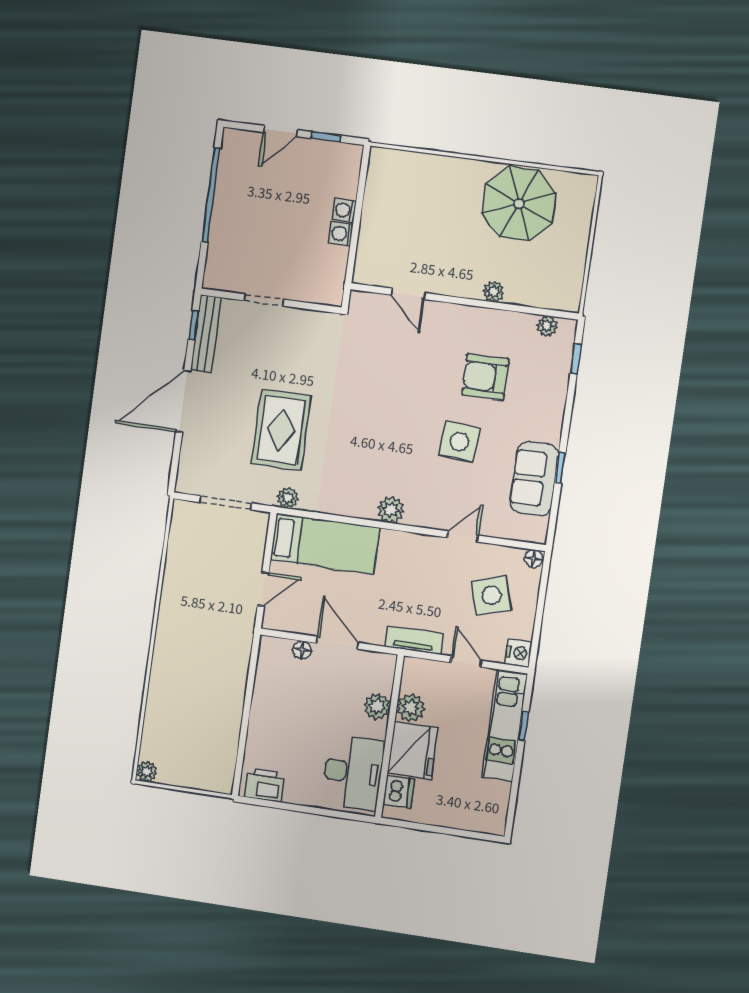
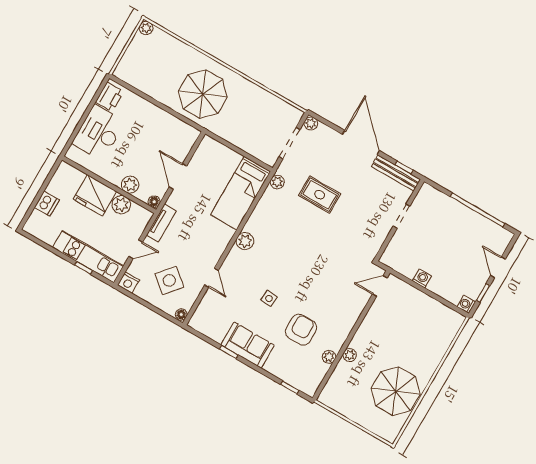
washing machine: (344, 210) -> (466, 304), moved, turned -90
door: (408, 294) -> (380, 286), moved
plant: (547, 326) -> (329, 357), moved
rug: (281, 430) -> (320, 195), width x0.73, depth x0.70
side table: (459, 442) -> (269, 298), width x0.54, depth x0.54
sofa: (534, 479) -> (248, 345), moved
plant: (185, 484) -> (311, 123), added
door: (263, 589) -> (228, 145), removed
side table: (491, 595) -> (169, 280), turned -33
door: (338, 643) -> (178, 176), swing flipped
floor lamp: (302, 650) -> (154, 202), moved
parasol: (207, 654) -> (203, 94), added
desk: (353, 772) -> (99, 133), moved, turned 90
dishwasher: (399, 792) -> (47, 204), moved, turned -90

